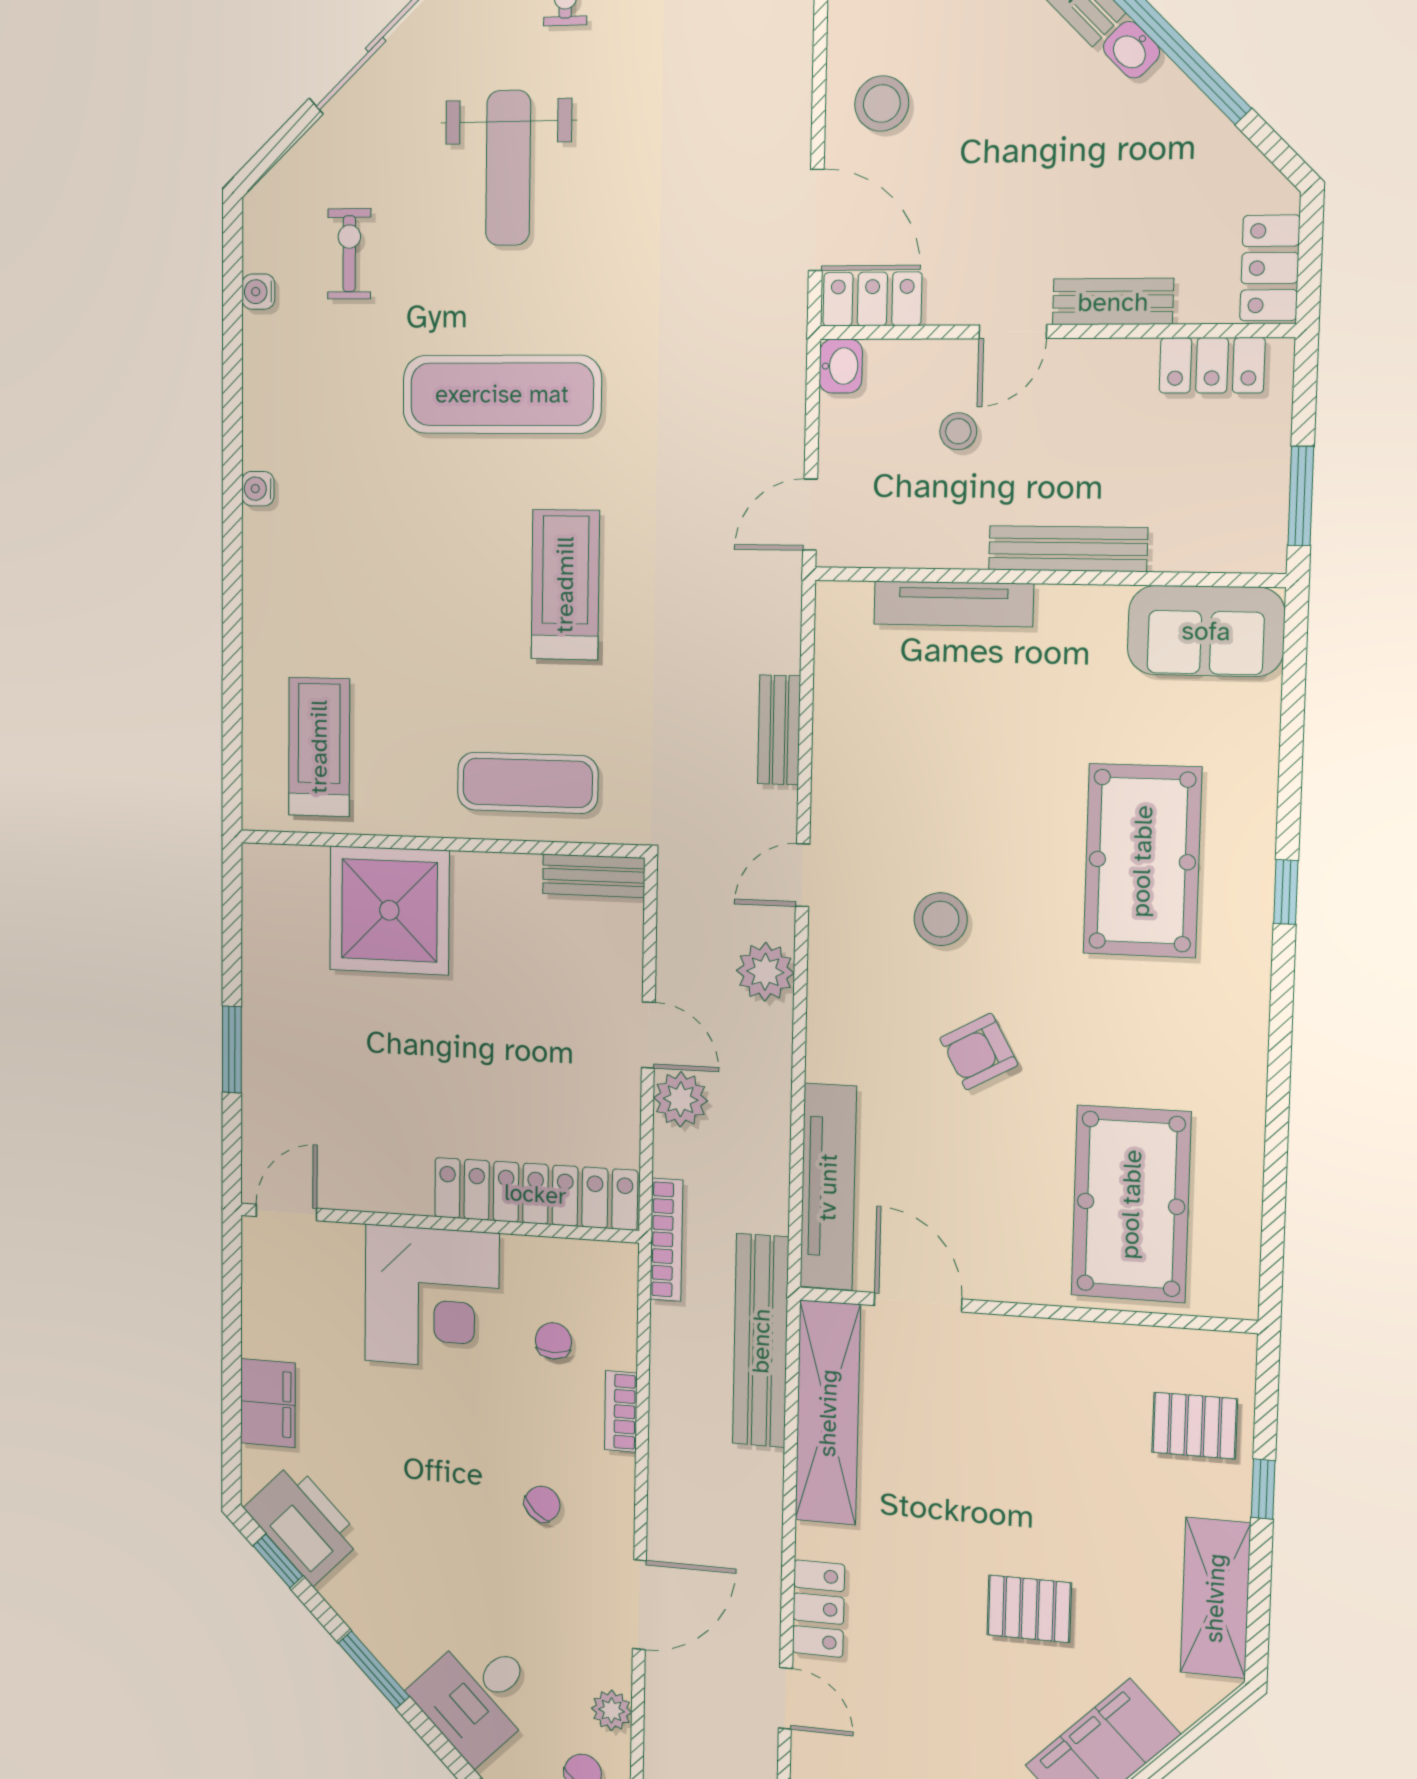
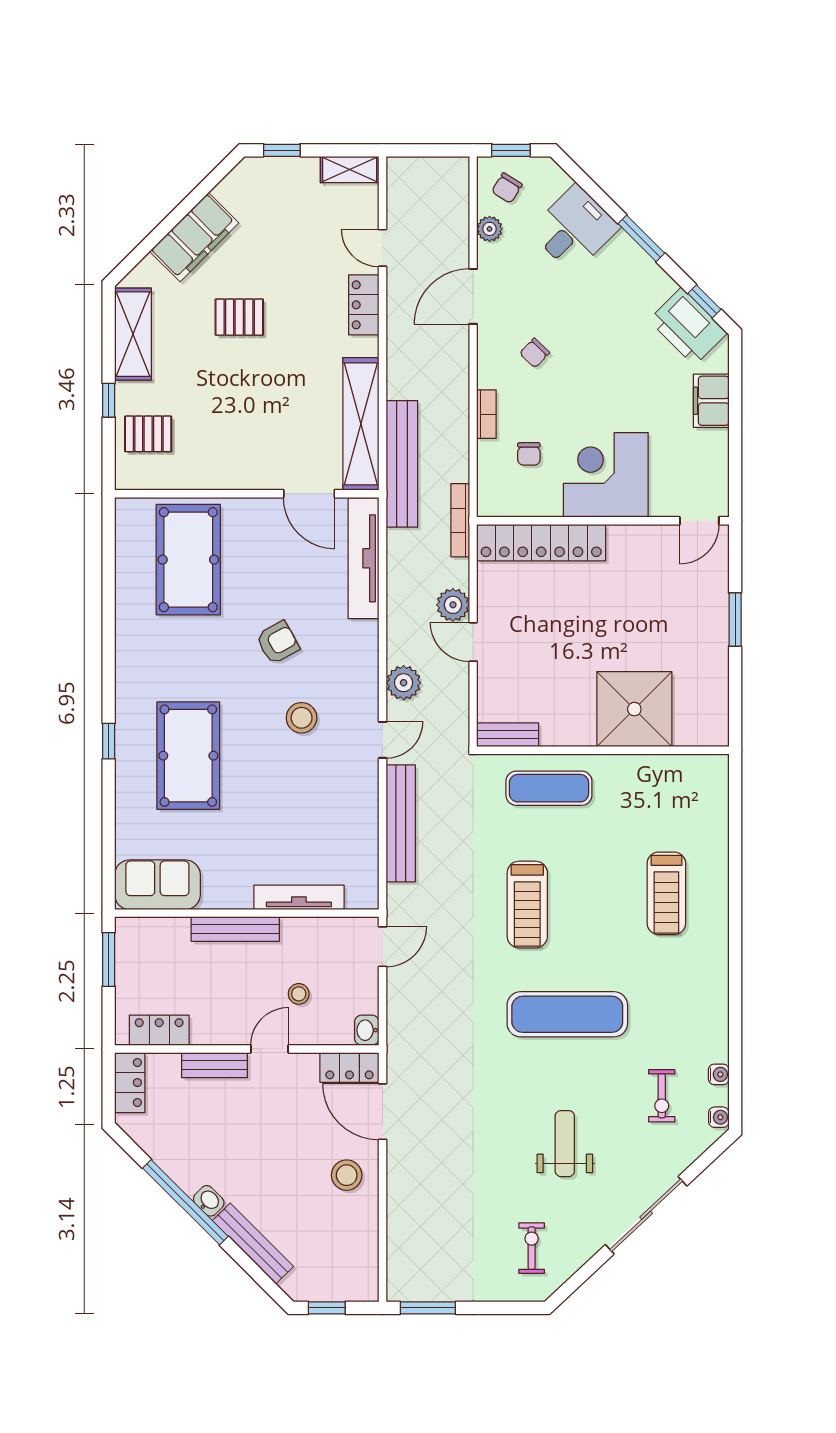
weight bench: (508, 168) -> (565, 1144), width x0.73, depth x0.75
water cooler: (258, 489) -> (719, 1117), moved
bench: (779, 730) -> (401, 823), width x1.86, depth x1.21
treadmill: (319, 747) -> (666, 893), moved

